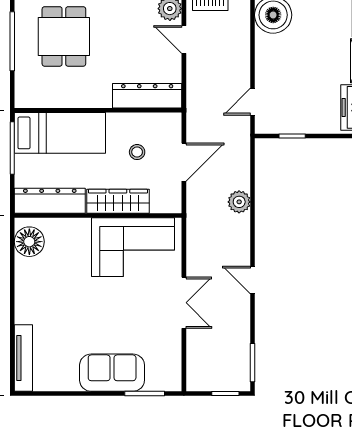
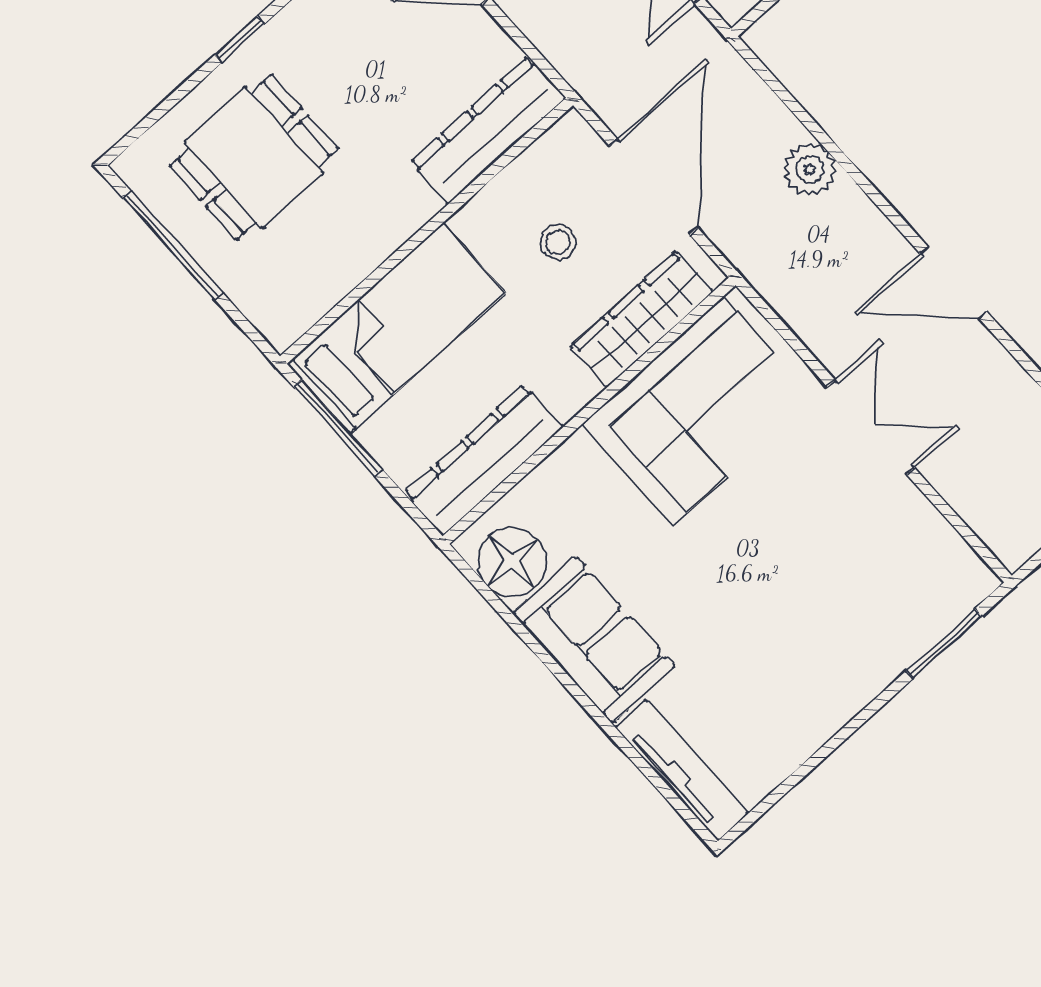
dining table: (64, 36) -> (254, 157), turned 90
door: (184, 162) -> (653, 187), width x1.36
wardrobe: (118, 201) -> (642, 319), moved
door: (253, 280) -> (953, 282), width x1.37
sofa: (112, 373) -> (594, 640), moved, turned 90

